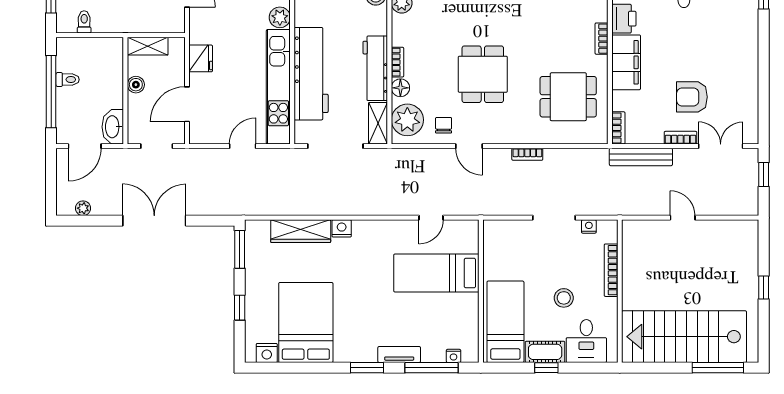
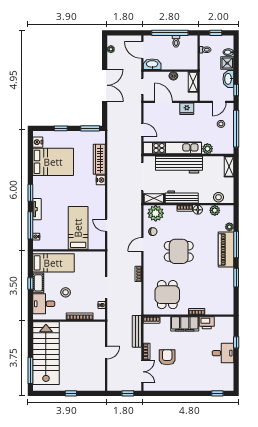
floor lamp: (400, 88) -> (198, 210), moved

